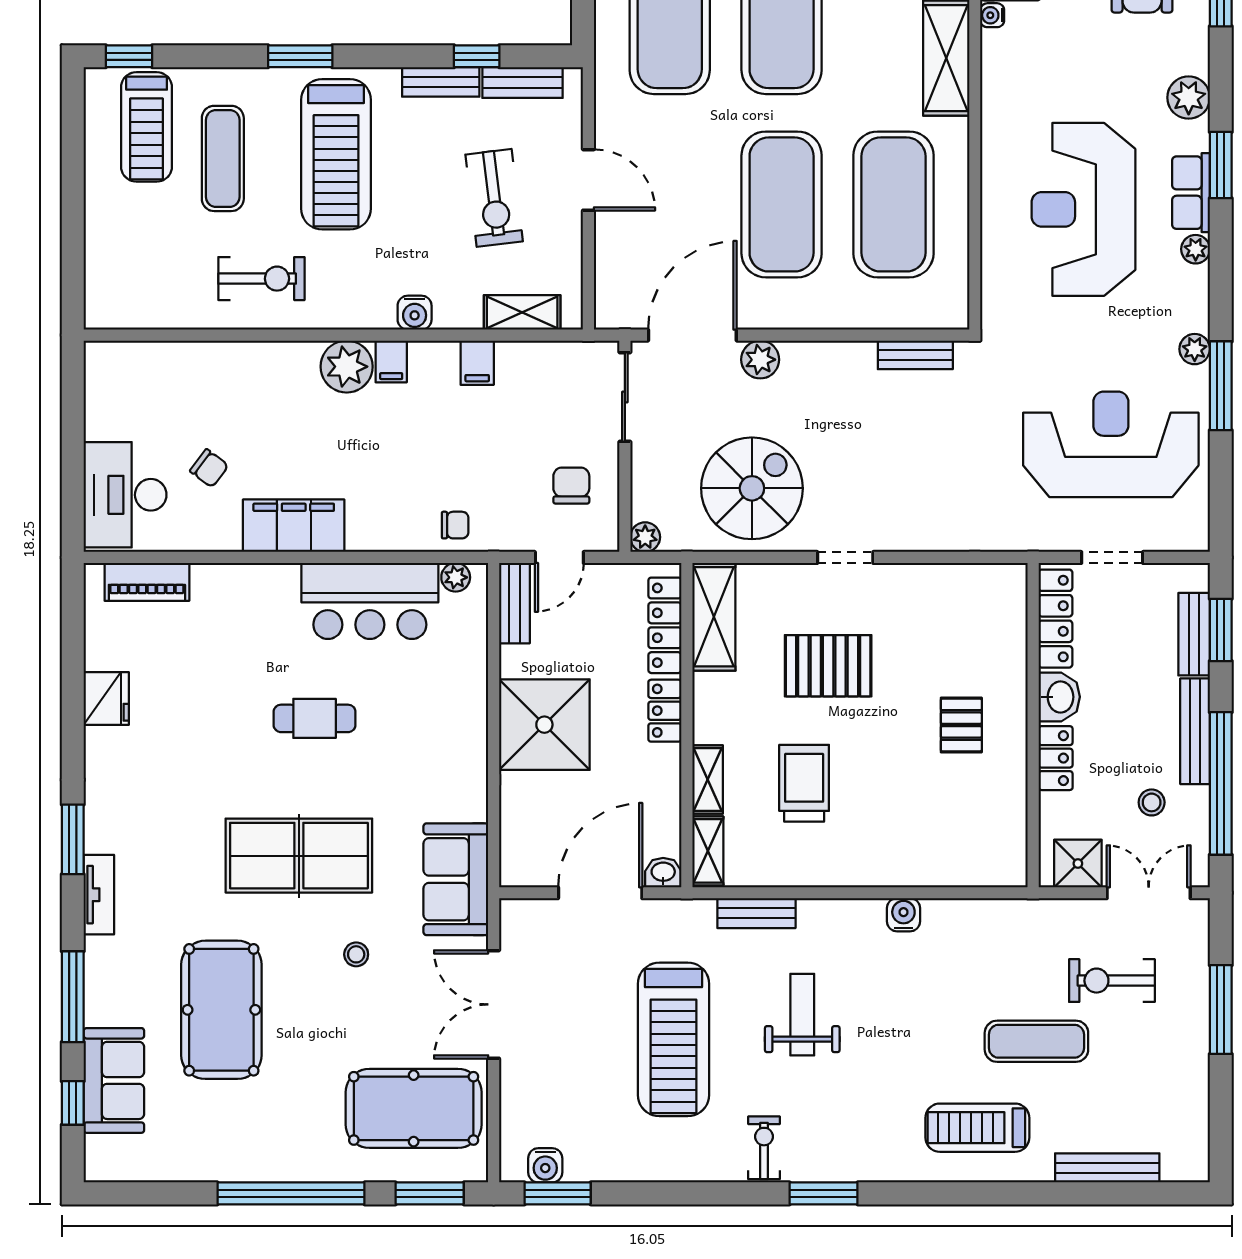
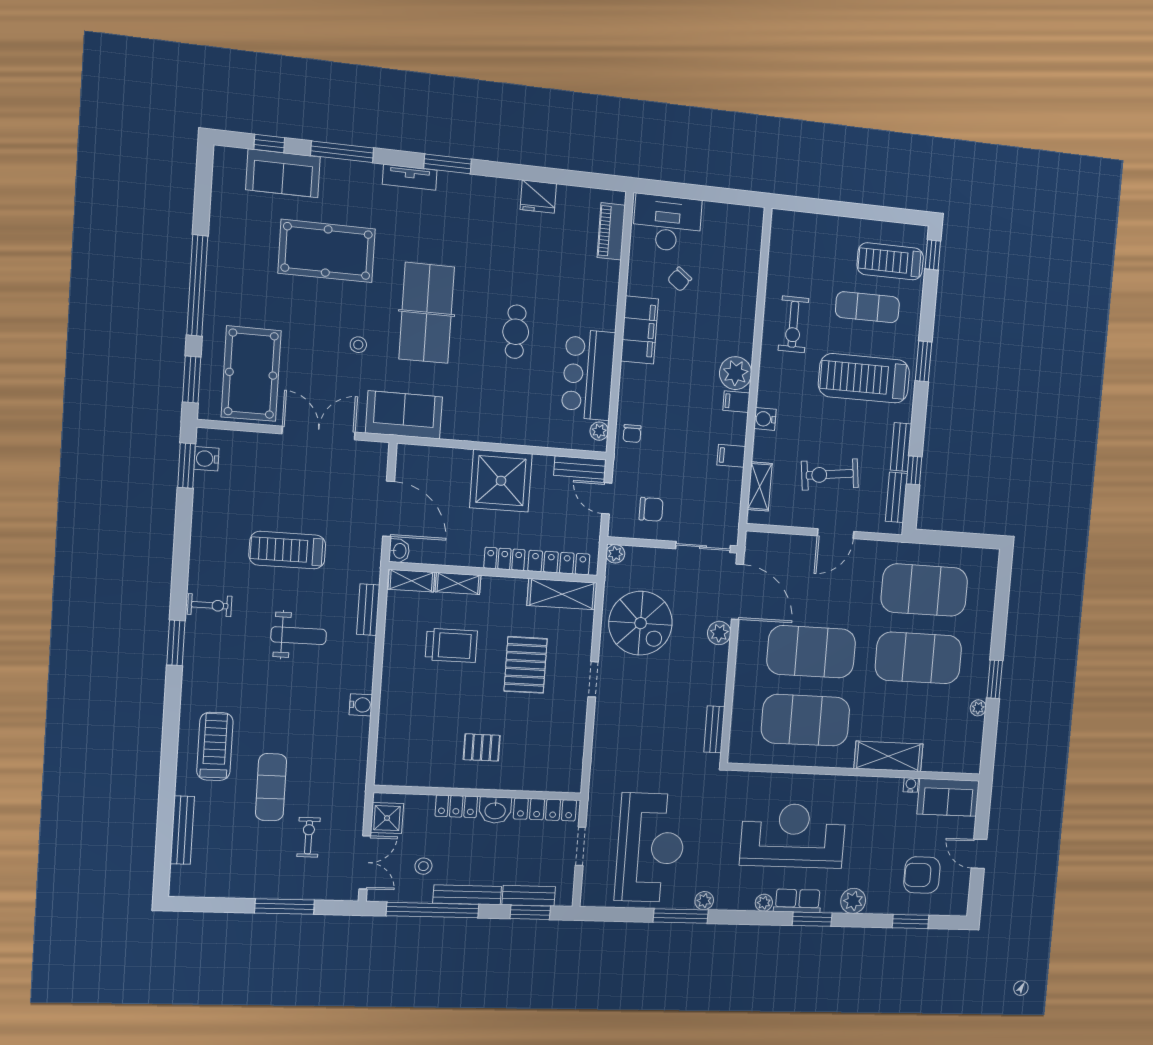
exercise bike: (1112, 981) -> (308, 837), width x0.73, depth x0.72
treadmill: (674, 1039) -> (287, 550), width x0.73, depth x0.73

